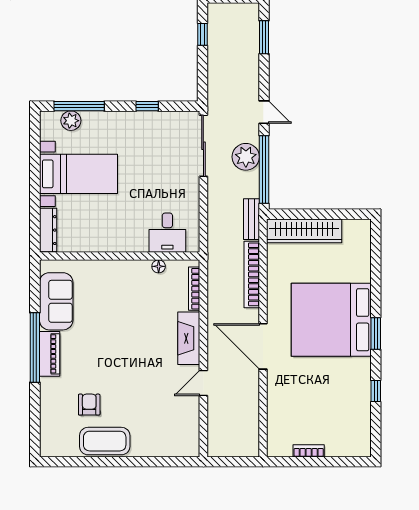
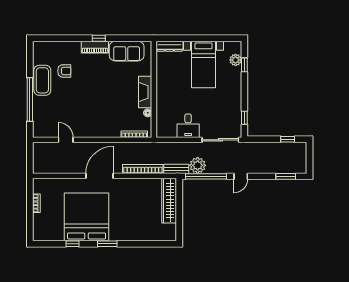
window: (79, 106) -> (244, 65), width x0.46
window: (147, 106) -> (244, 118), moved
plant: (246, 157) -> (198, 165), moved
desk: (167, 233) -> (188, 126), moved, turned -90
bed: (331, 320) -> (87, 217), moved
fireplace: (189, 338) -> (145, 92), moved, turned -90
window: (35, 348) -> (99, 38), width x0.32
door: (203, 383) -> (66, 140), moved
window: (137, 462) -> (30, 100), added

